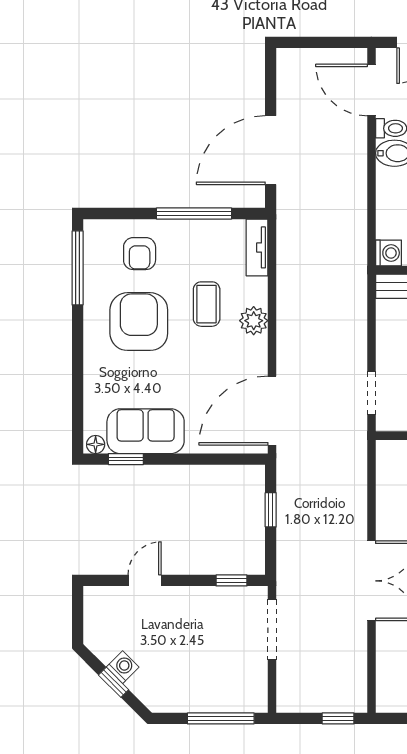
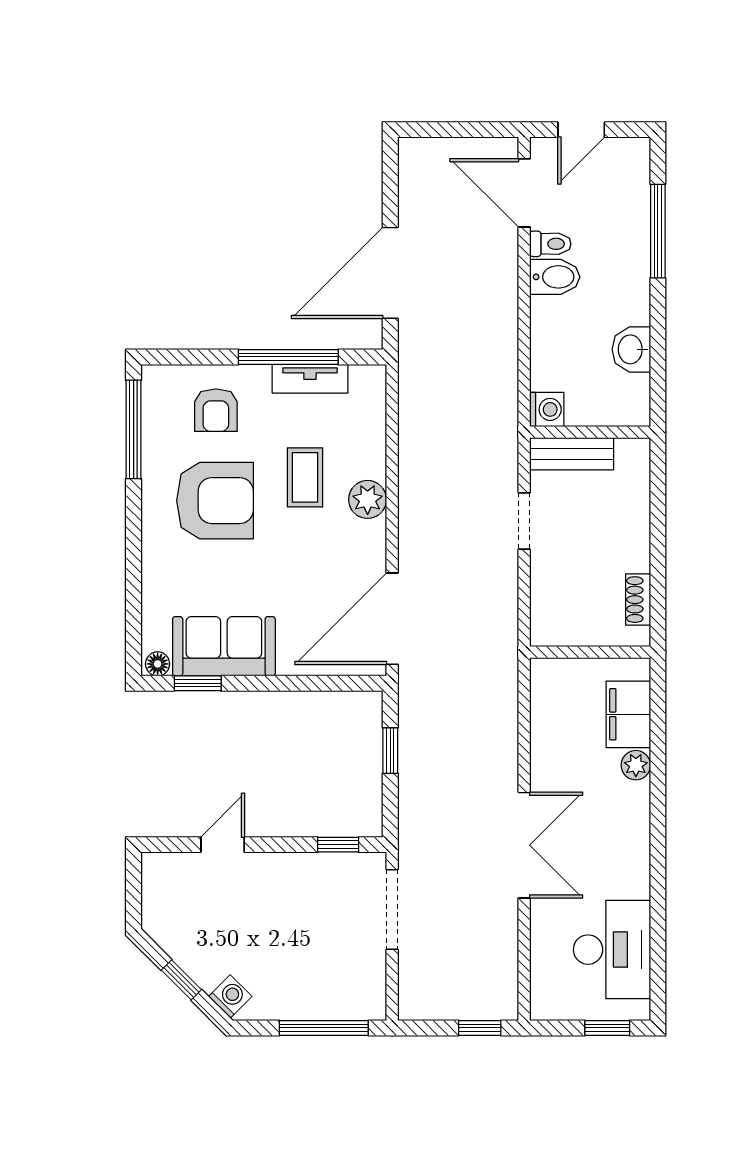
tv unit: (257, 247) -> (310, 379), moved, turned -90
armchair: (139, 322) -> (215, 501), turned 90
doorway: (371, 393) -> (524, 521), moved
washing machine: (123, 667) -> (230, 996), moved

